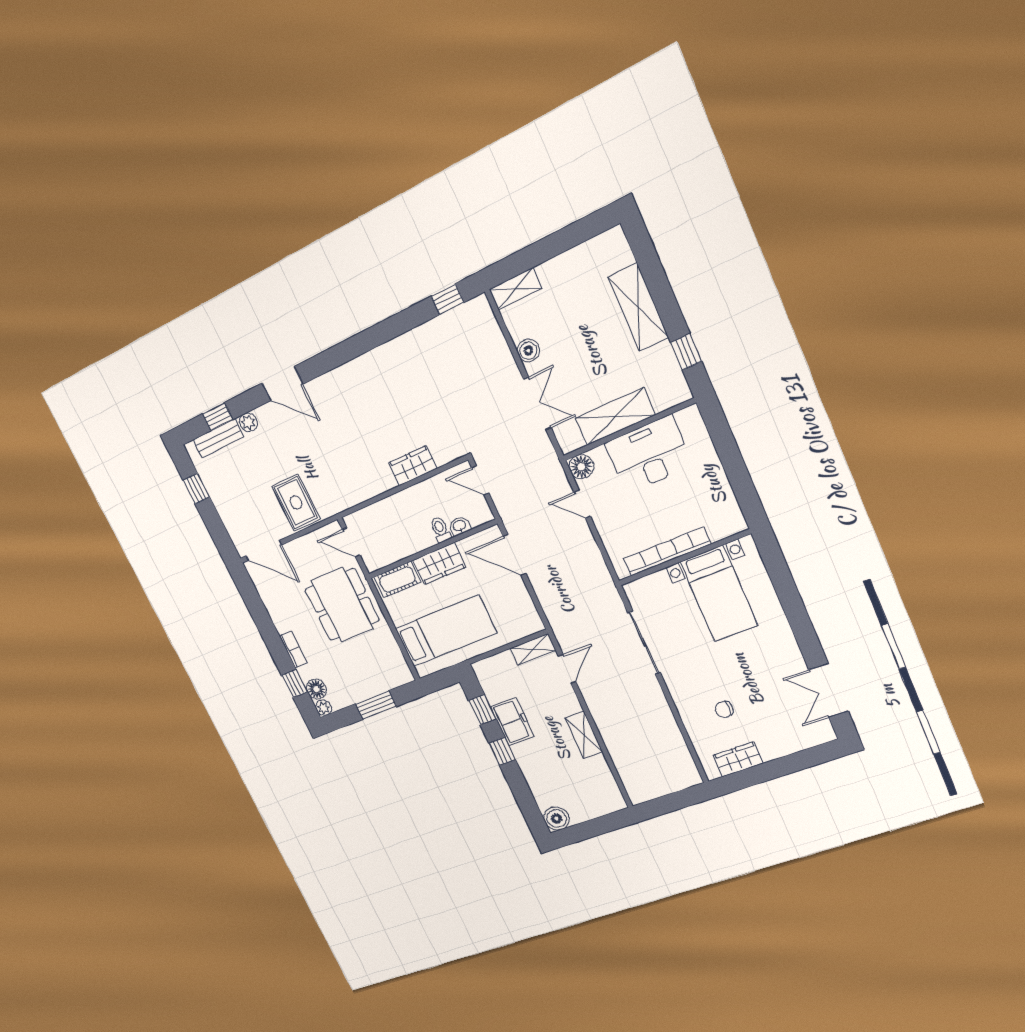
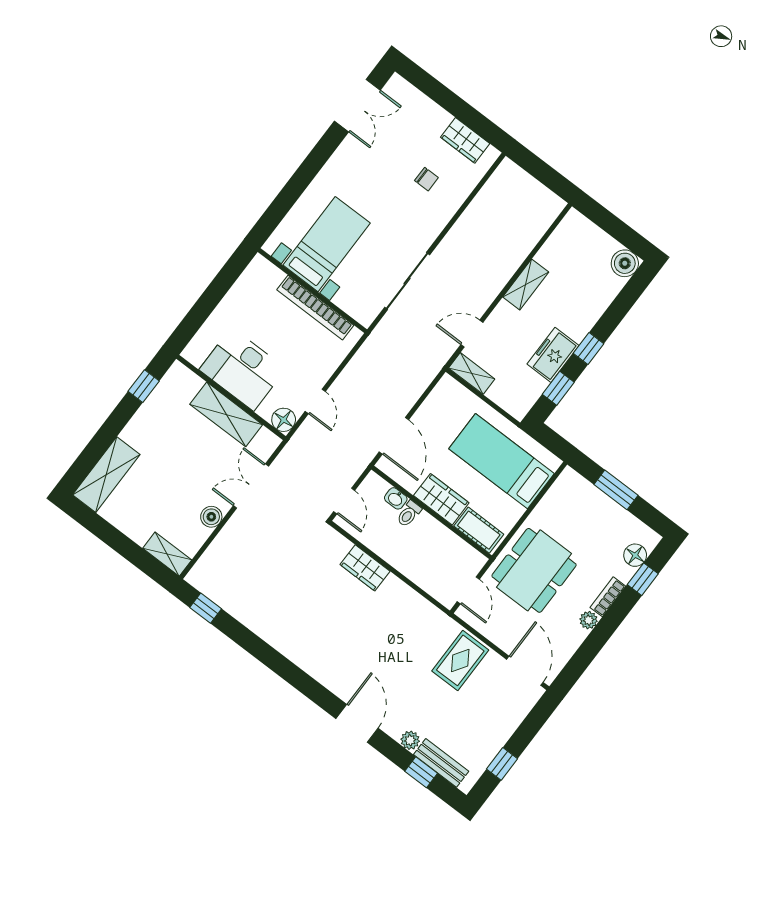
shelving: (638, 307) -> (106, 475), moved
plant: (324, 708) -> (589, 620), moved

